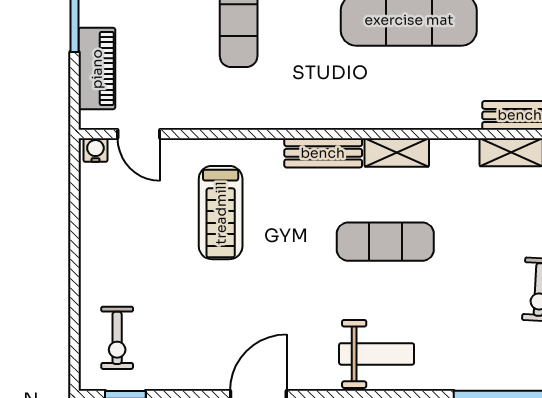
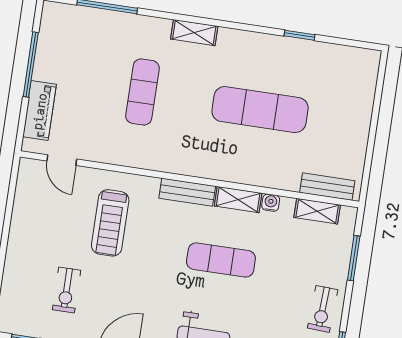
water cooler: (95, 150) -> (271, 203), moved
exercise bike: (117, 338) -> (67, 290), moved

